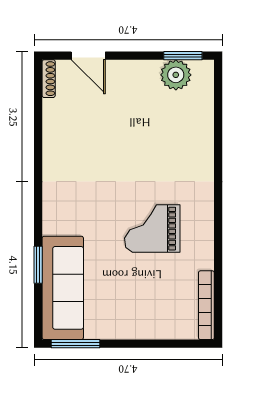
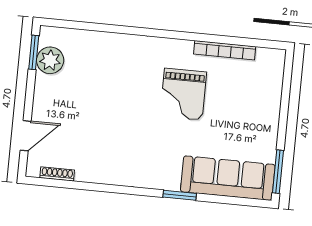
shoe rack: (49, 79) -> (57, 174), moved
window: (38, 265) -> (180, 195), moved
bookcase: (206, 305) -> (225, 50), moved

